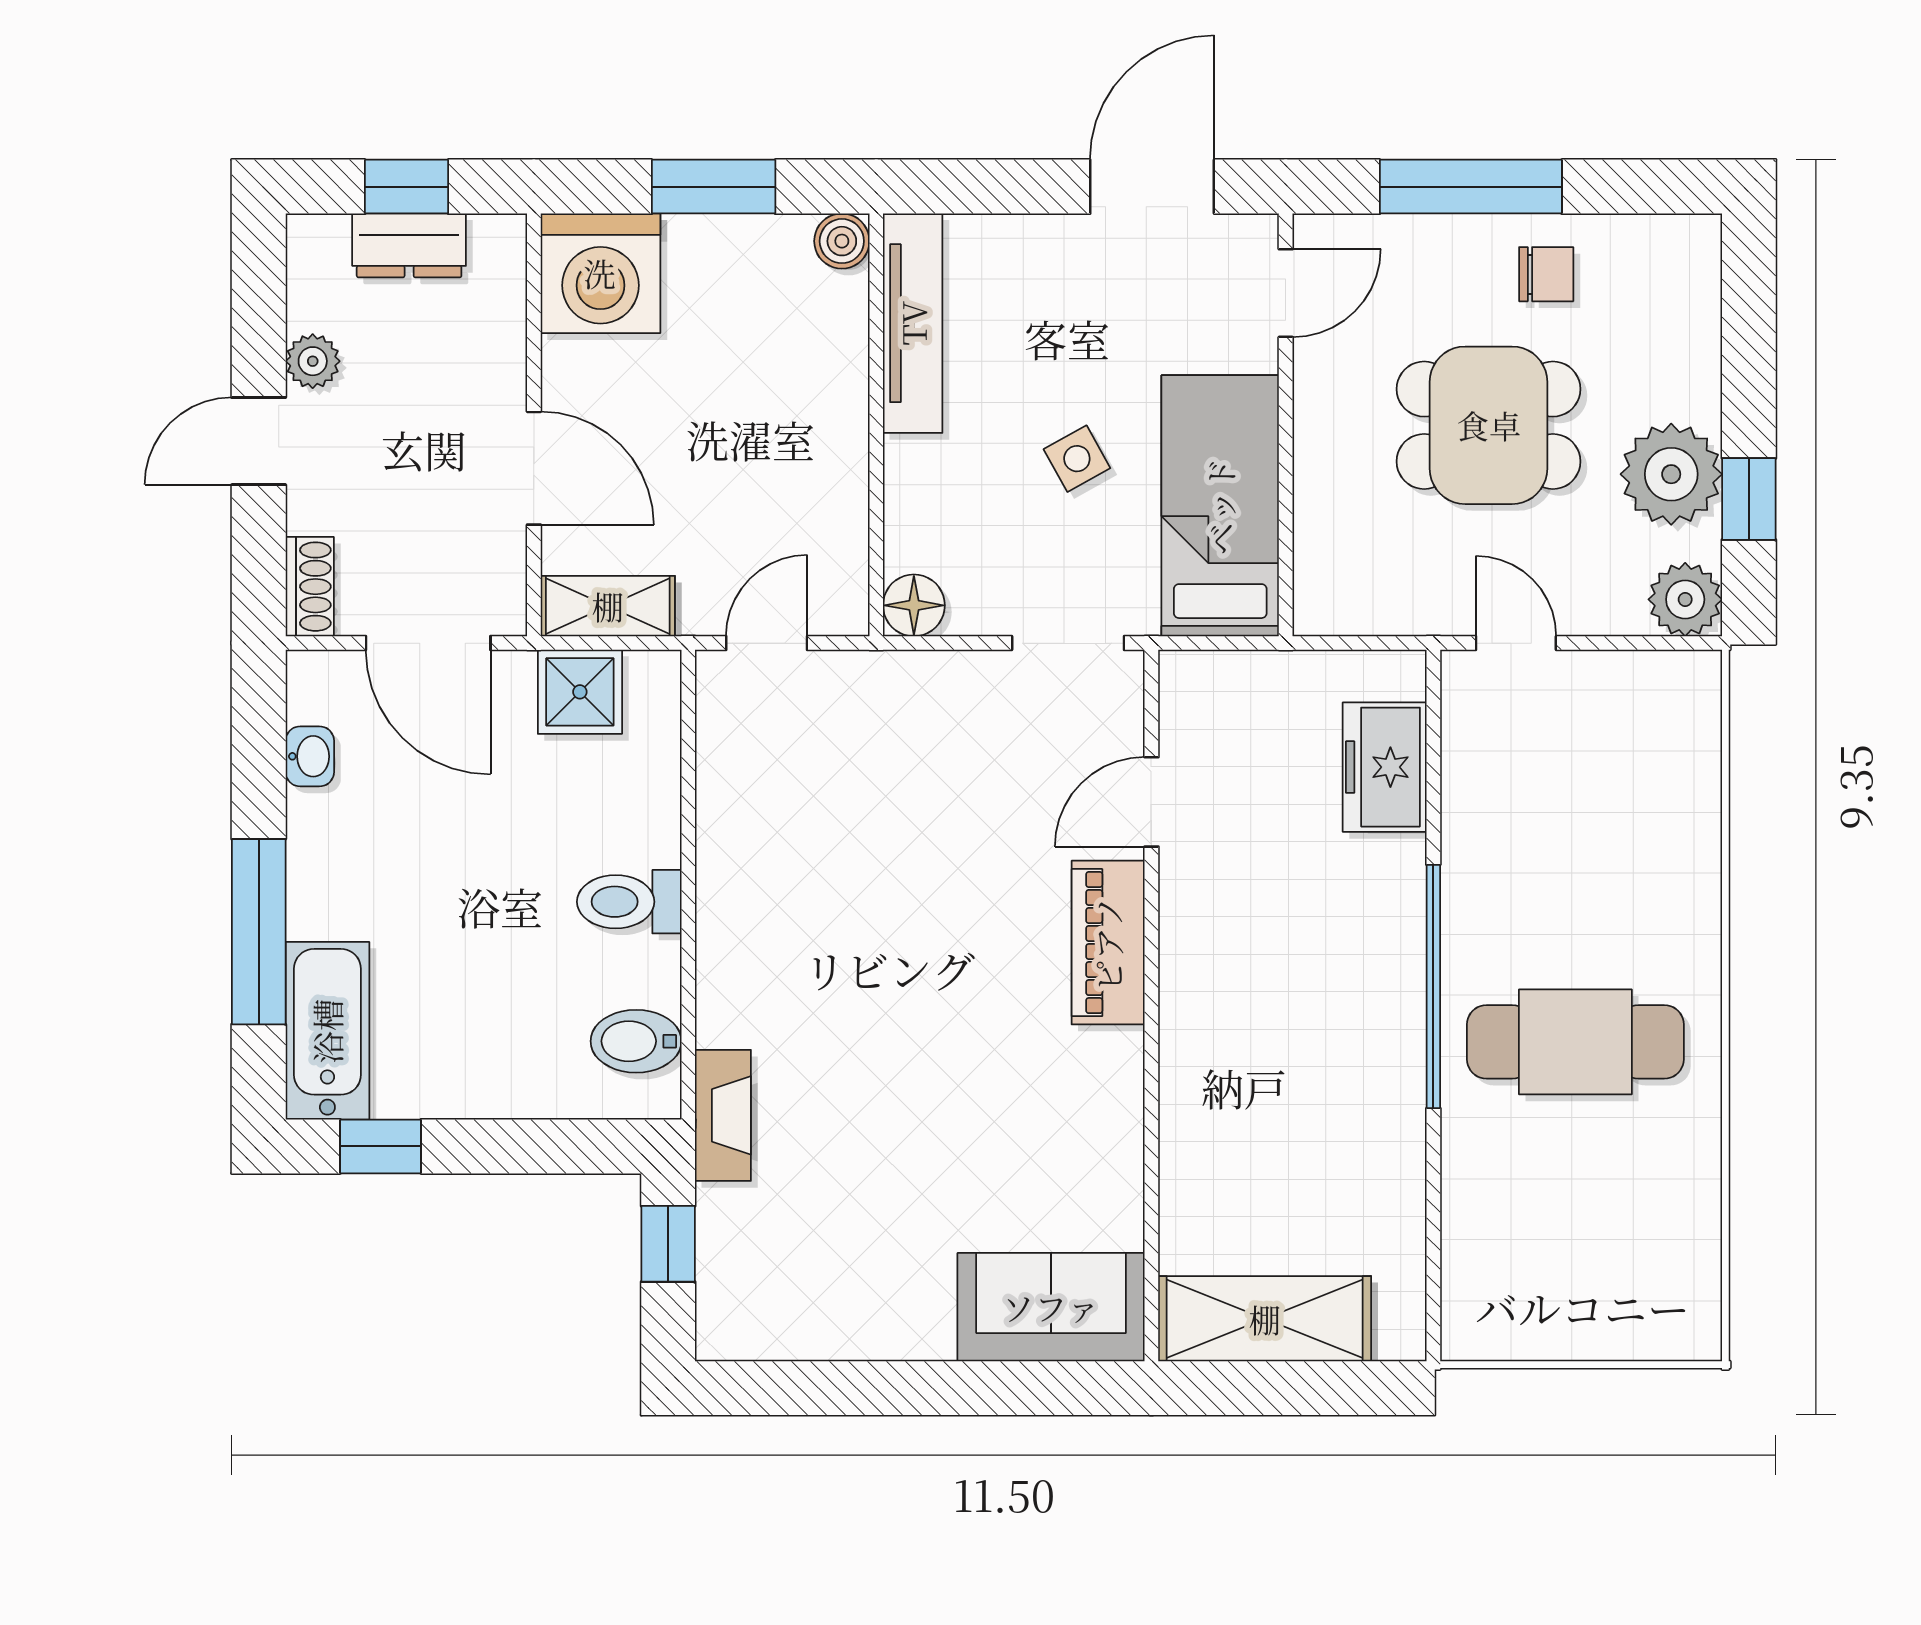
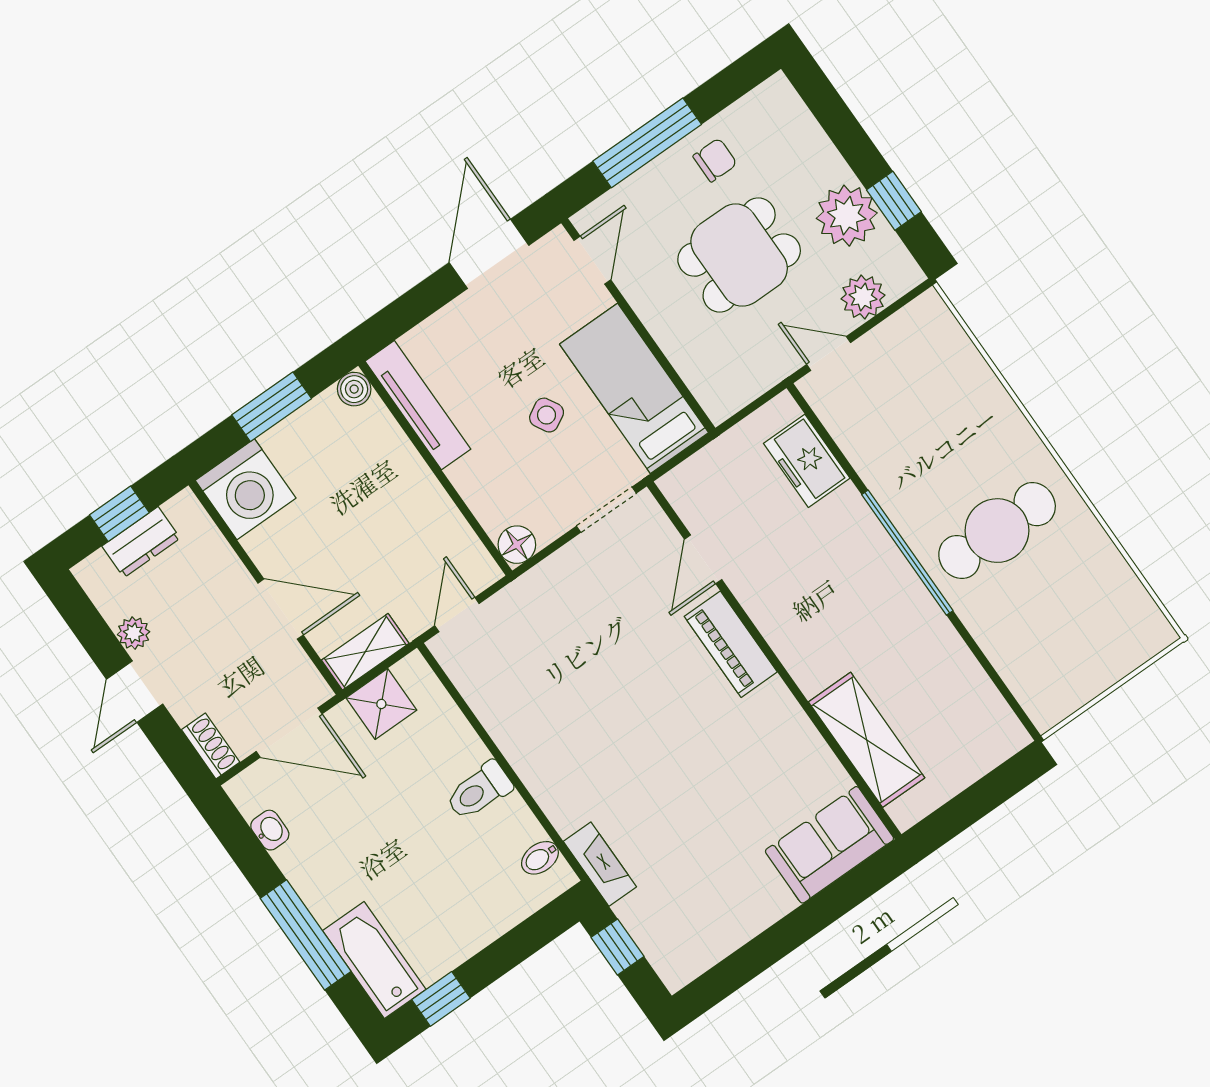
plant: (1685, 599) -> (863, 297), moved
bidet: (636, 1041) -> (540, 858), width x0.72, depth x0.74
shelving: (1265, 1319) -> (867, 740), moved, turned 90

